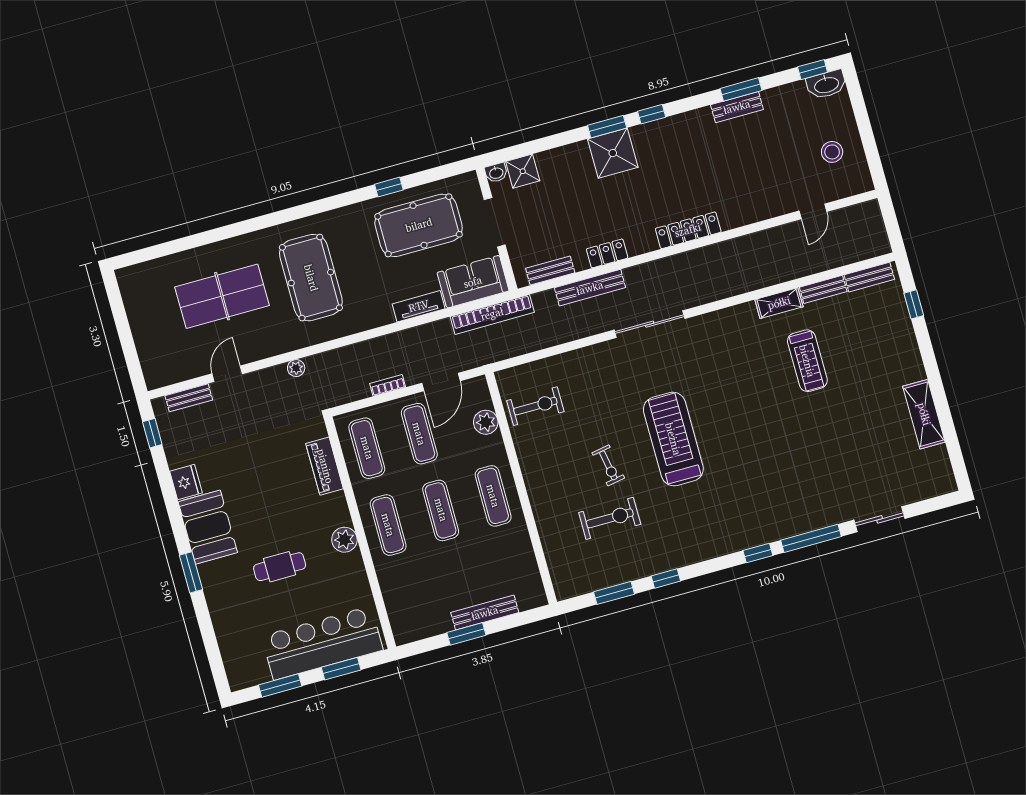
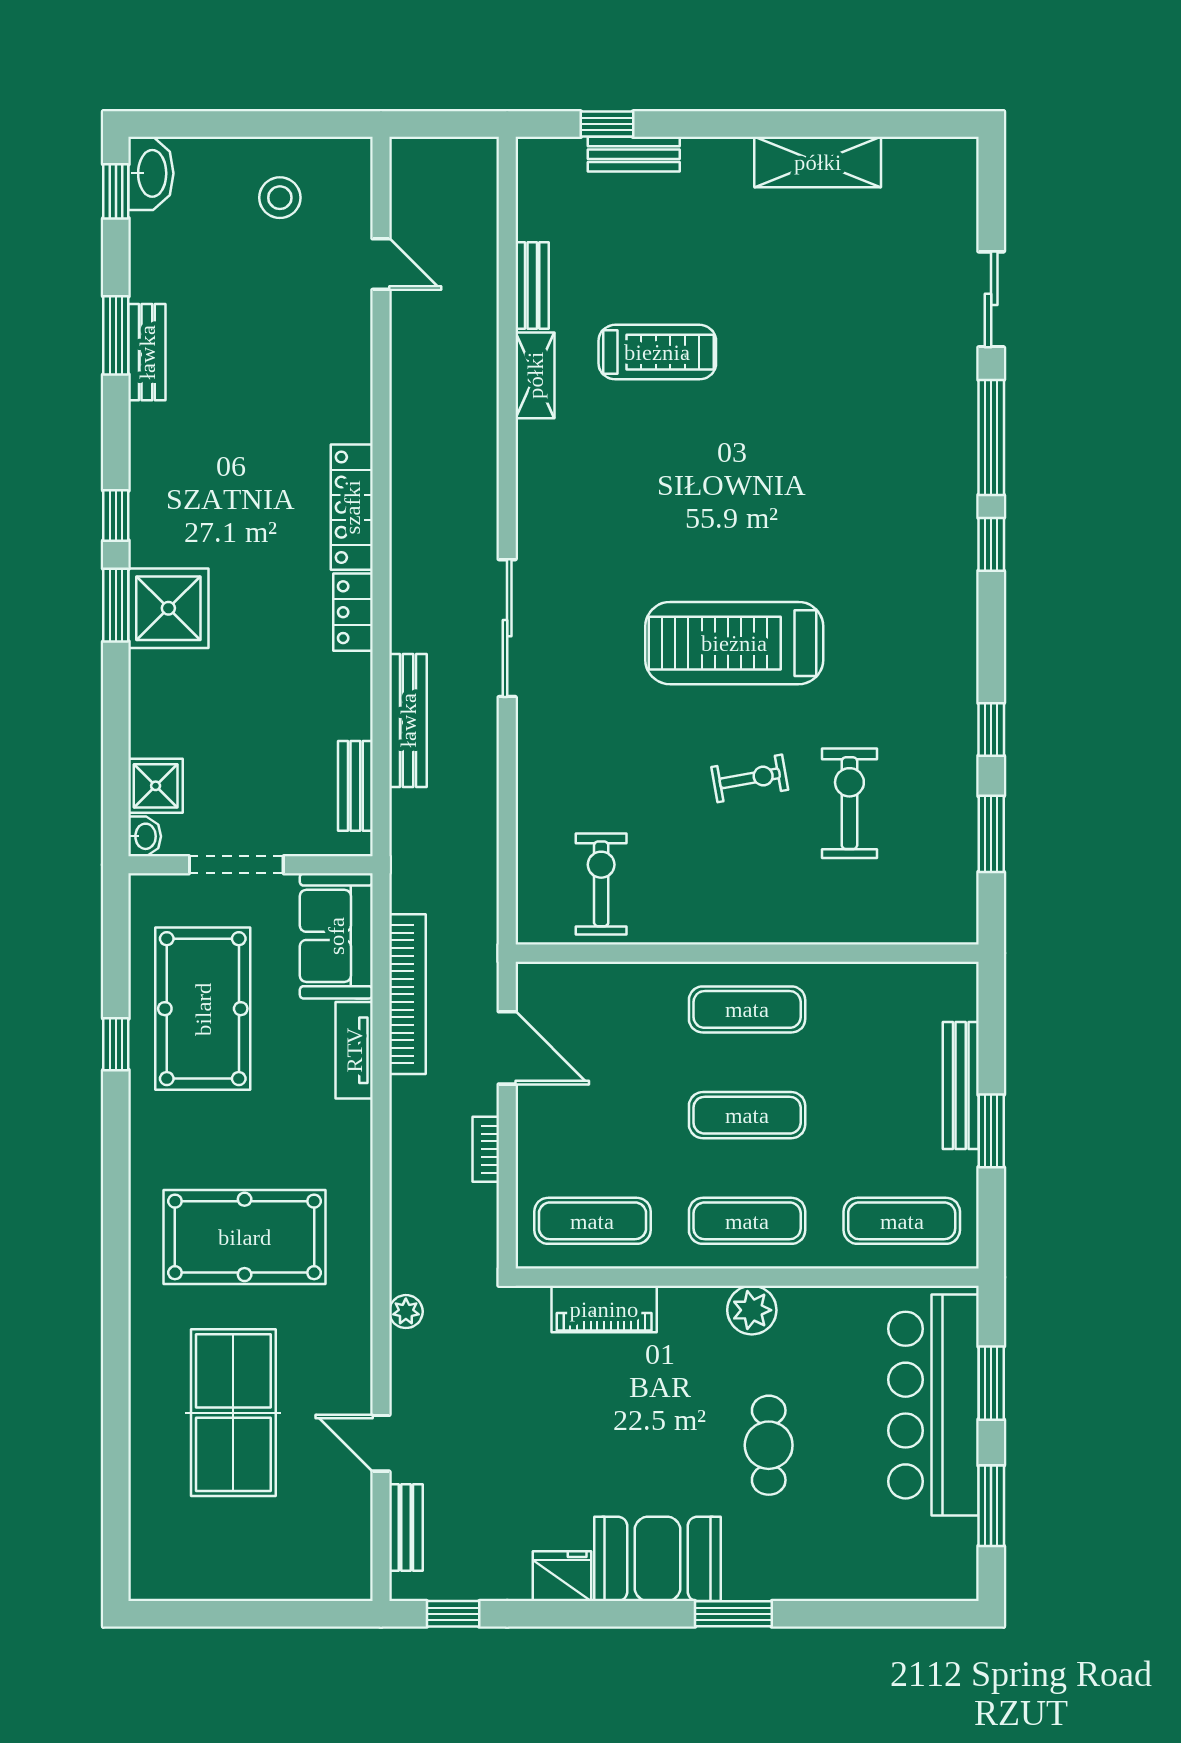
locker: (607, 253) -> (353, 612), moved
bench: (869, 277) -> (634, 154), moved, turned 90
bookcase: (492, 314) -> (408, 994), moved
plant: (486, 422) -> (606, 985), removed
exercise mat: (419, 434) -> (902, 1221), moved

